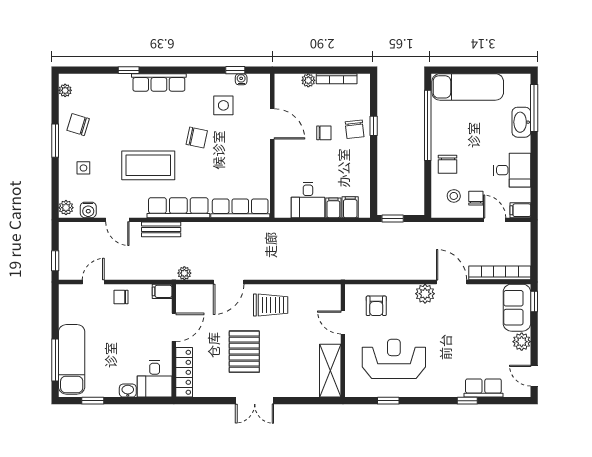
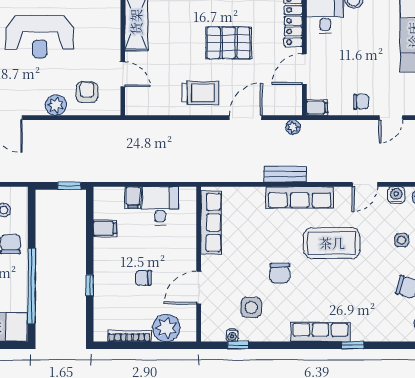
plant: (308, 80) -> (166, 328), width x1.87, depth x1.87
door: (272, 124) -> (199, 288), hinge flipped
chair: (355, 129) -> (110, 282), removed
chair: (197, 138) -> (280, 273), turned -102
filing cabinet: (350, 207) -> (105, 228), moved, turned -90
row of seats: (240, 208) -> (211, 222), moved, turned -90
door: (117, 220) -> (365, 184), swing flipped
bench: (161, 229) -> (285, 174), moved
plant: (425, 294) -> (56, 105), moved
trolley: (271, 305) -> (200, 93), turned 180
pallet: (244, 352) -> (229, 43), turned 90
reception desk: (394, 359) -> (40, 37), moved

